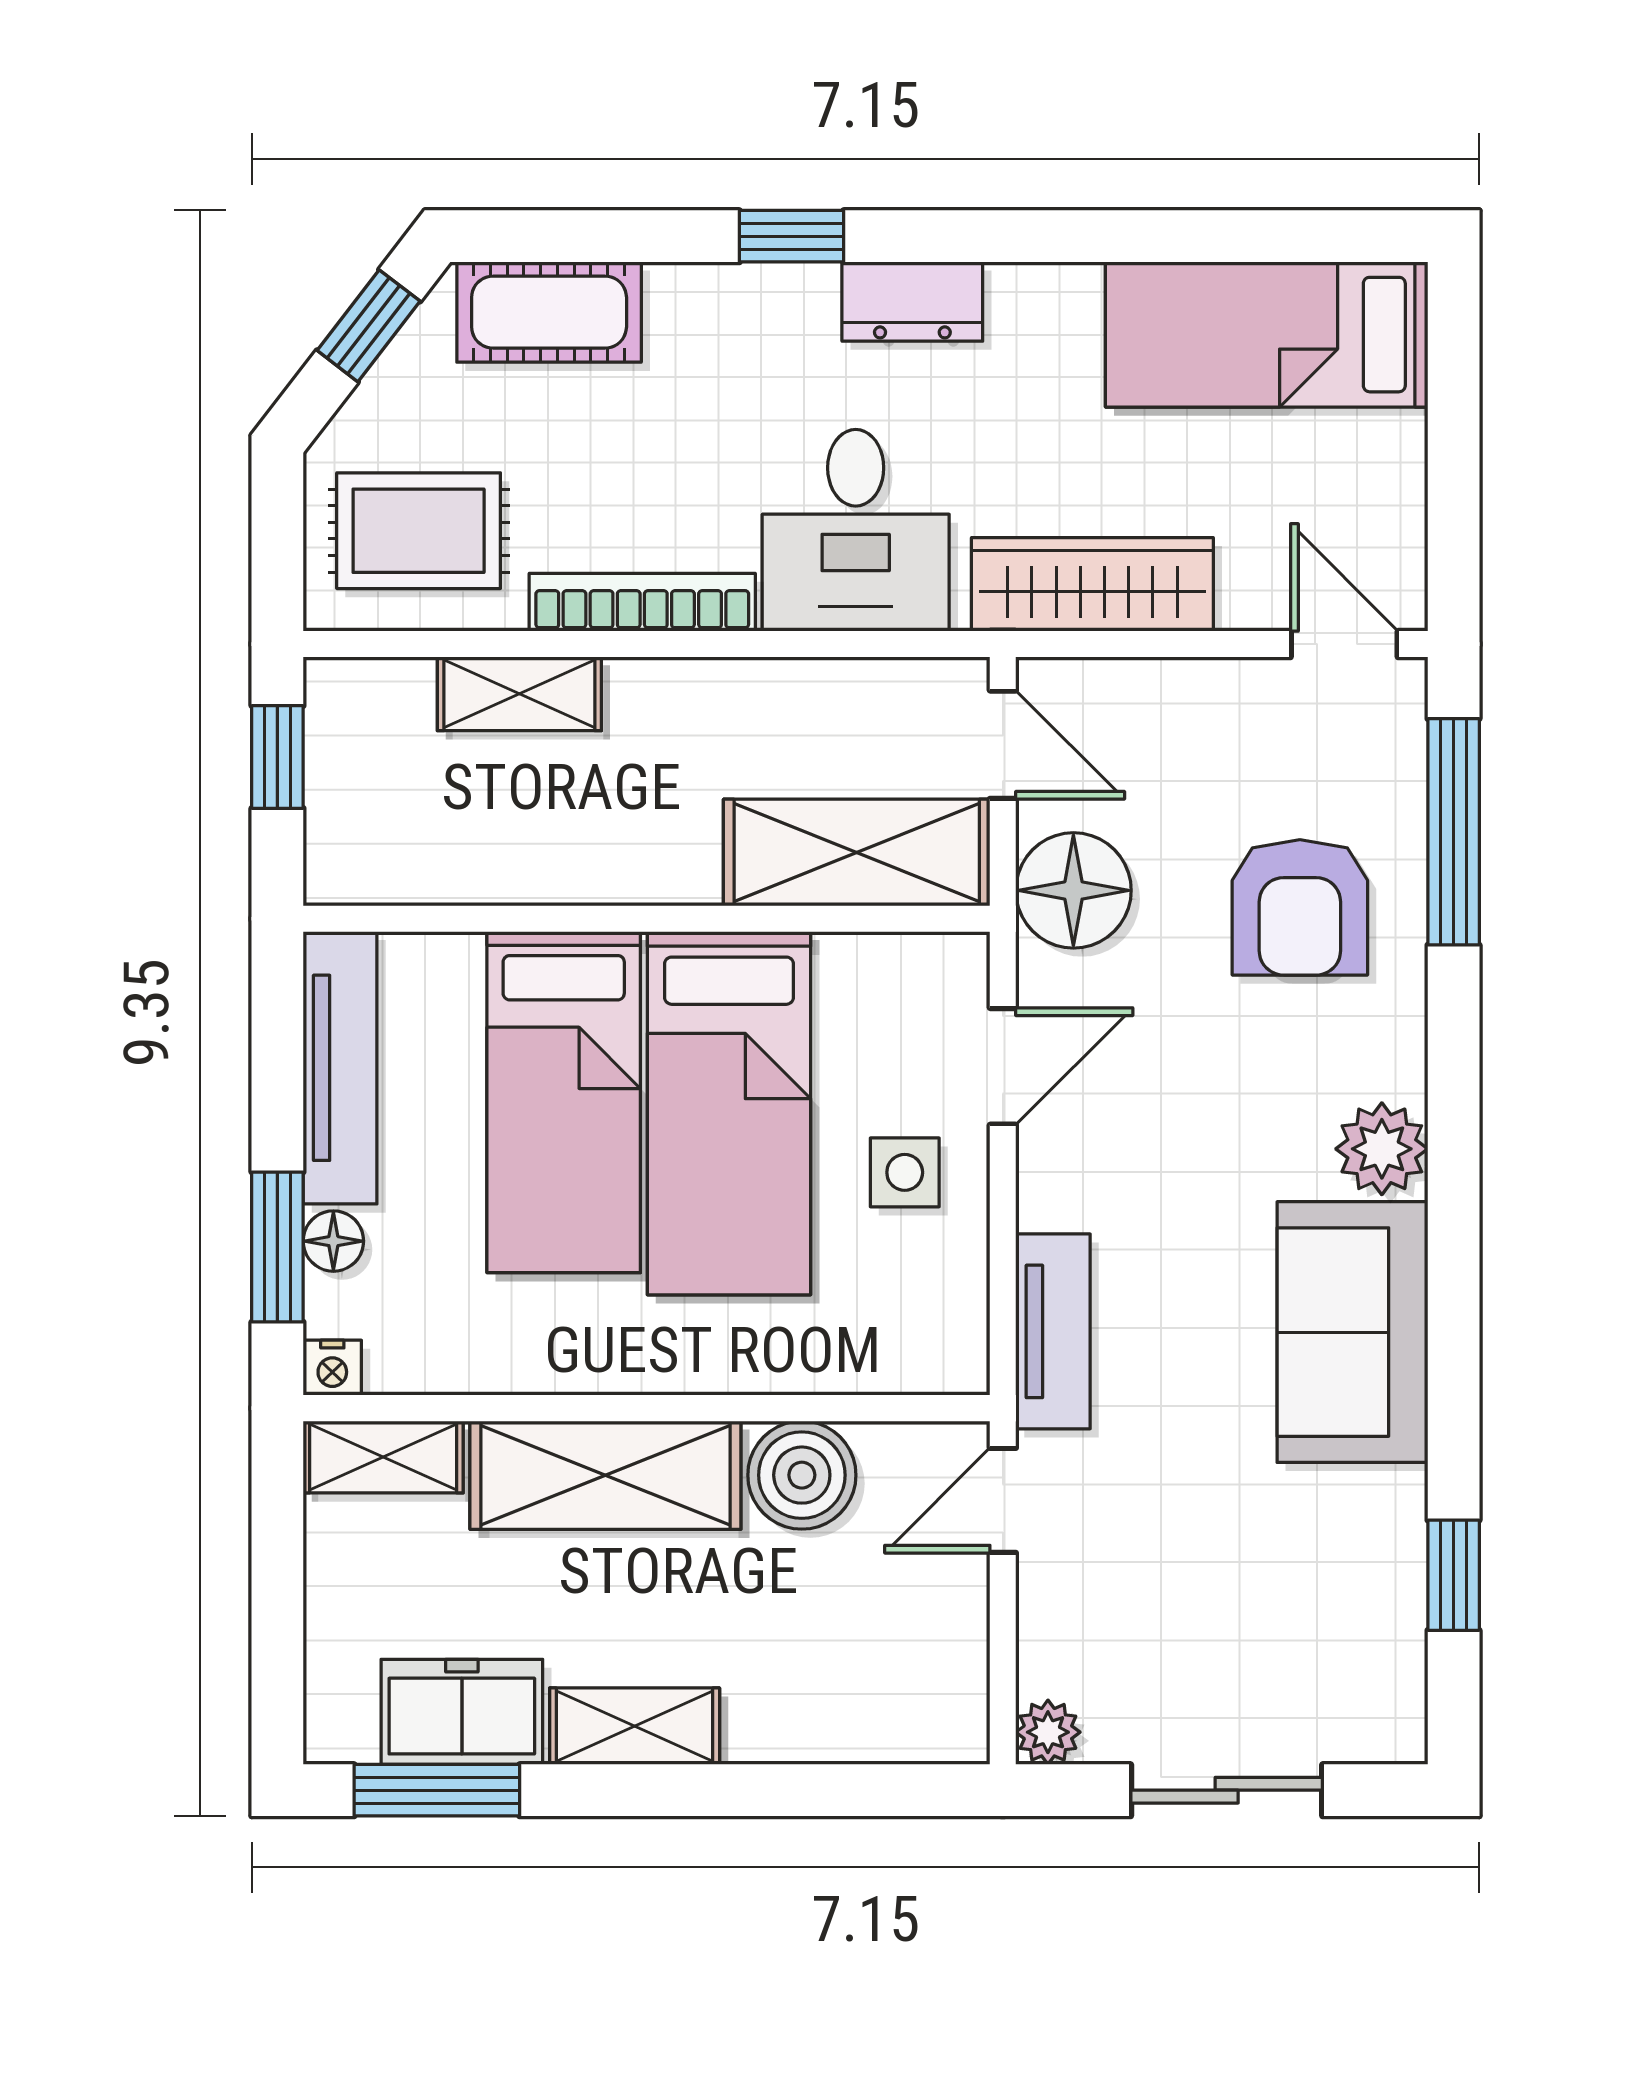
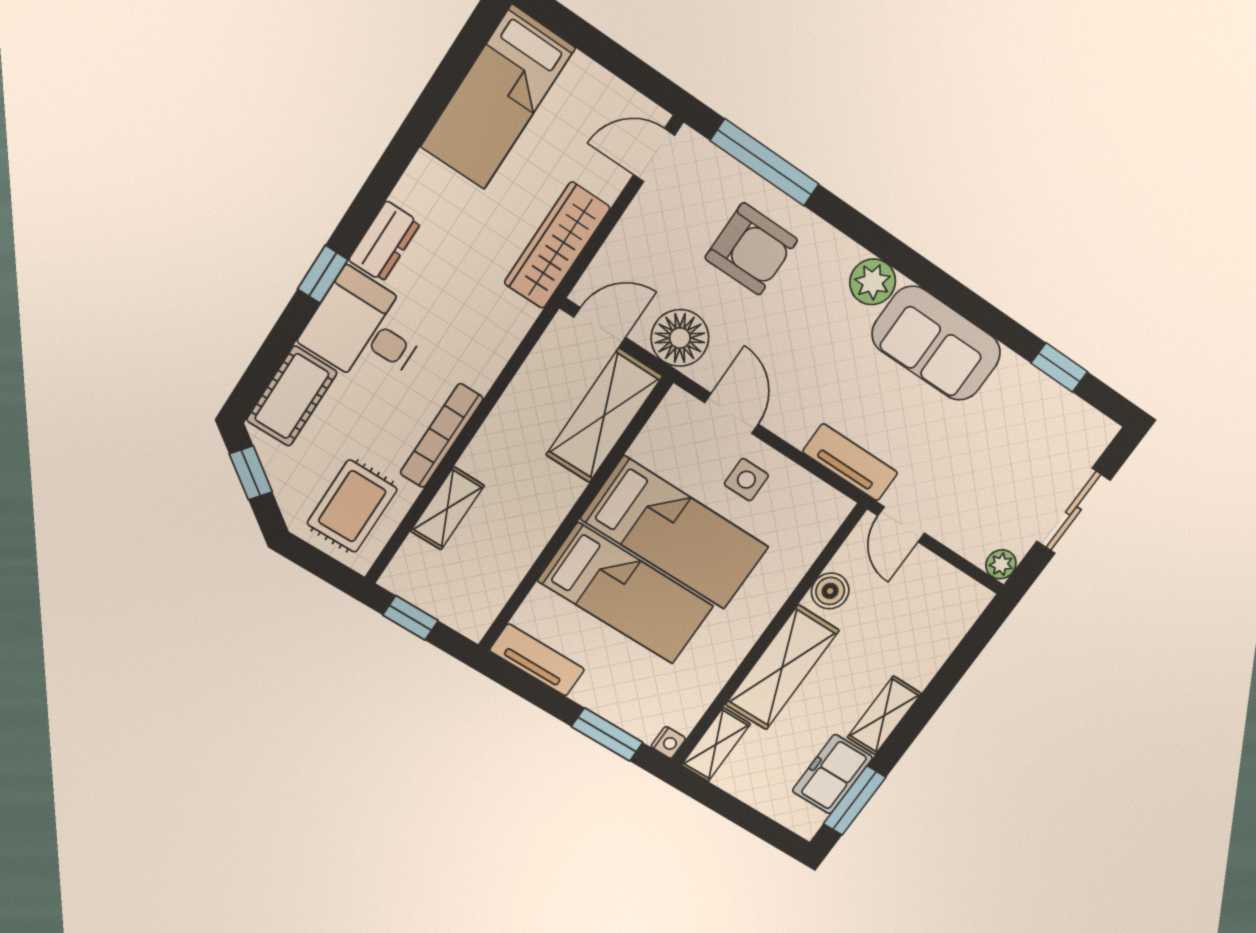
desk: (856, 530) -> (365, 331), moved, turned 180
tv unit: (340, 1068) -> (537, 660), width x0.71
floor lamp: (333, 1241) -> (619, 713), removed
boiler: (802, 1475) -> (830, 591), width x0.73, depth x0.73

